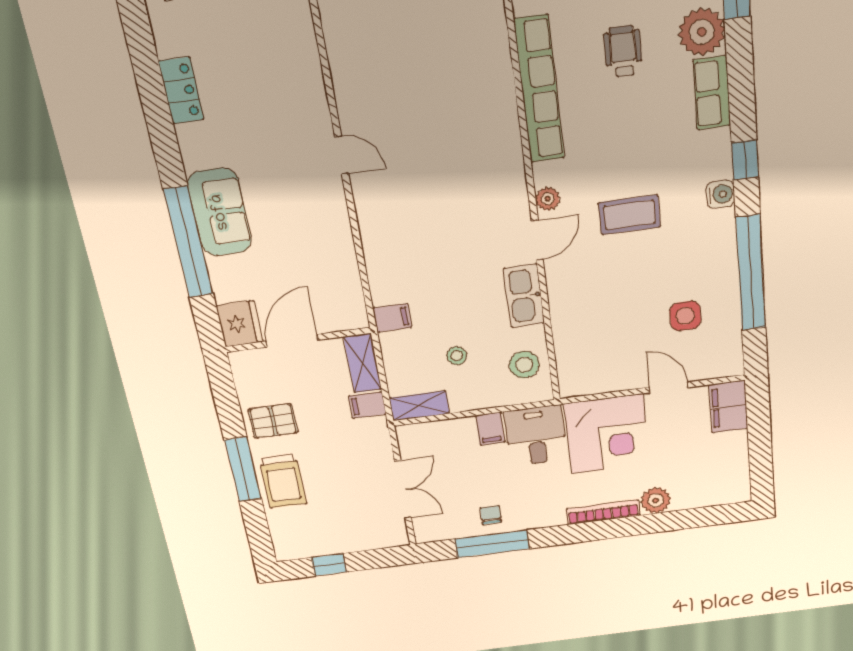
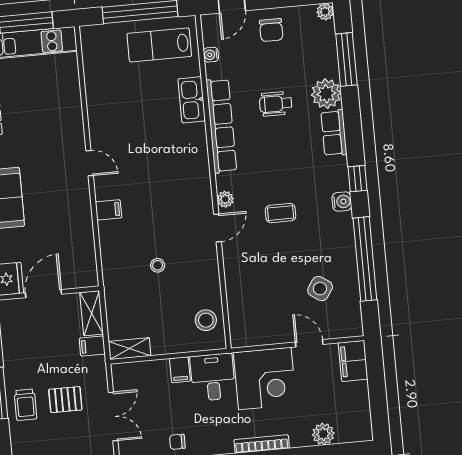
wheelchair: (623, 51) -> (276, 104), turned -90
coffee table: (630, 215) -> (281, 213), width x0.73, depth x0.77
kitchen sink: (524, 296) -> (192, 100), moved
side table: (685, 316) -> (320, 289), turned 34
filing cabinet: (392, 318) -> (108, 210), moved
stool: (457, 356) -> (158, 265), moved
pallet: (273, 421) -> (65, 400), moved
trolley: (283, 481) -> (26, 405), width x0.73, depth x0.72
plant: (656, 500) -> (323, 434), moved
chair: (491, 515) -> (177, 442), turned -90

